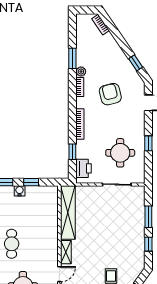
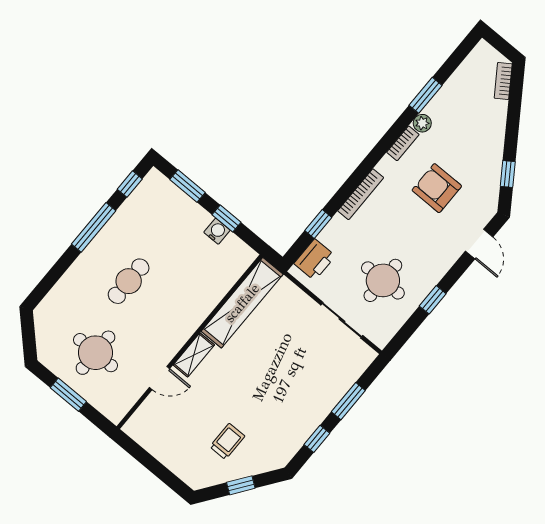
armchair: (110, 94) -> (437, 188), turned -76
water cooler: (20, 191) -> (217, 231), moved

